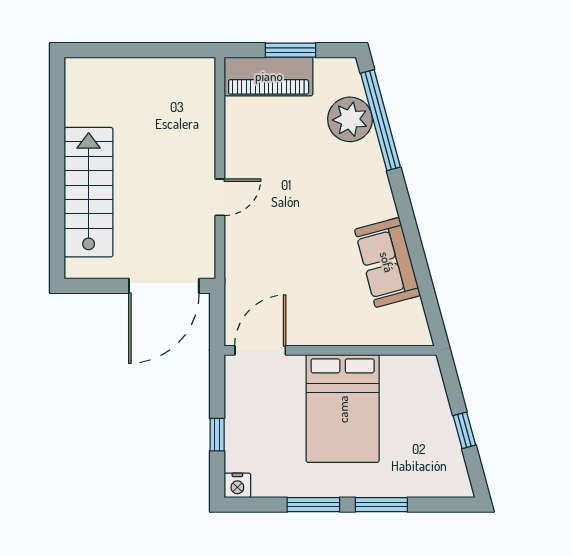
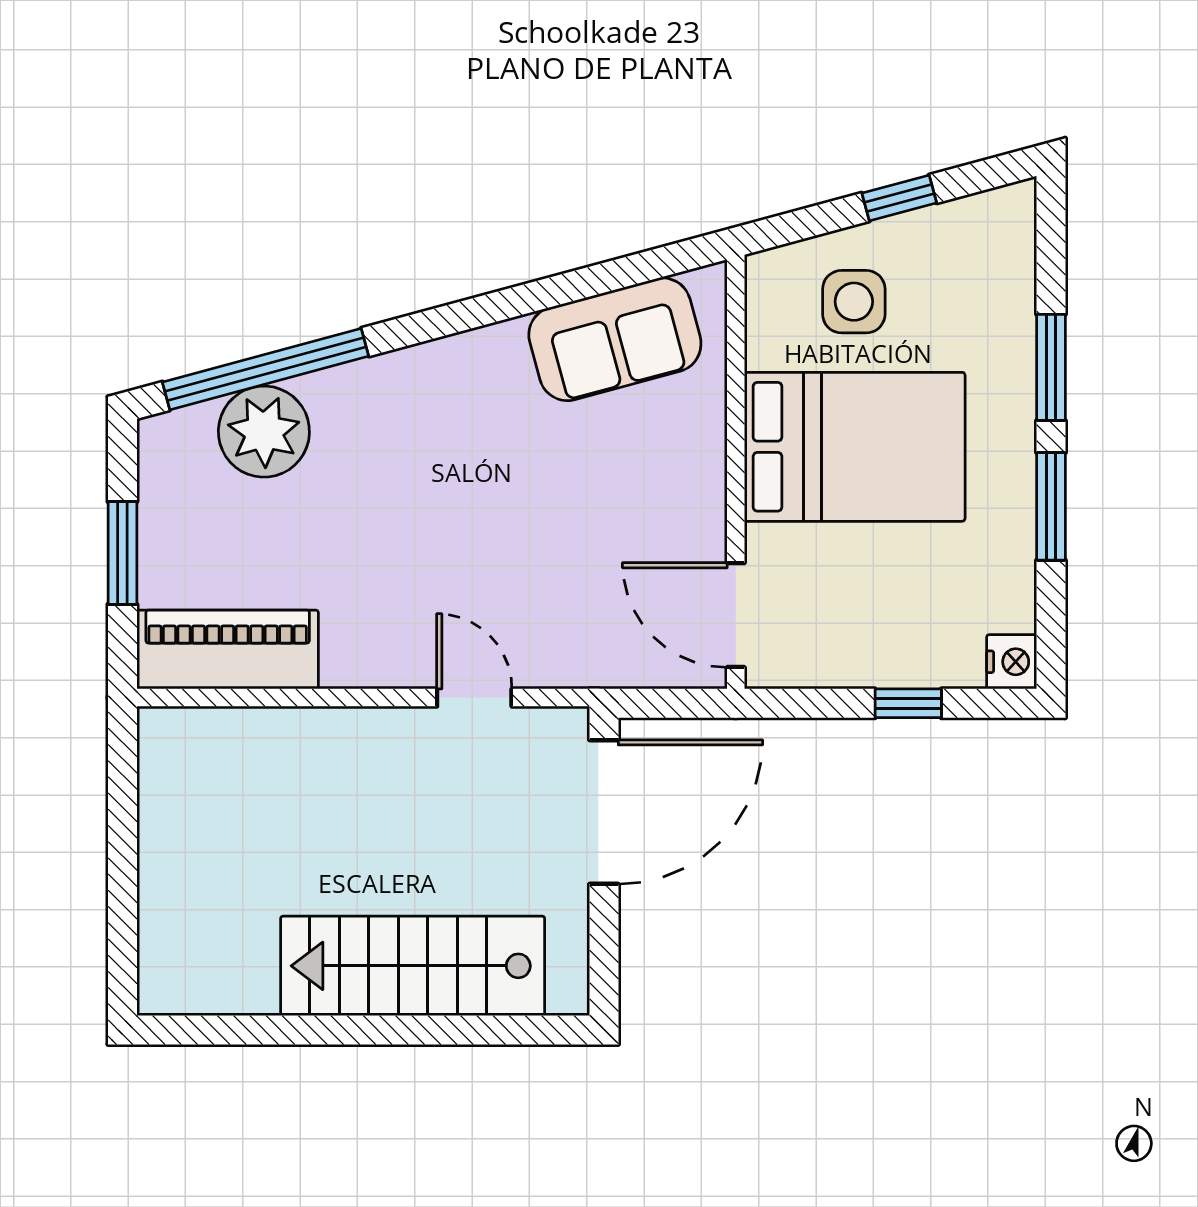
piano: (269, 76) -> (228, 649), moved, turned -90
door: (220, 197) -> (474, 698), moved
sofa: (387, 262) -> (615, 339), moved
door: (164, 286) -> (604, 812), hinge flipped
side table: (414, 408) -> (854, 302), added

